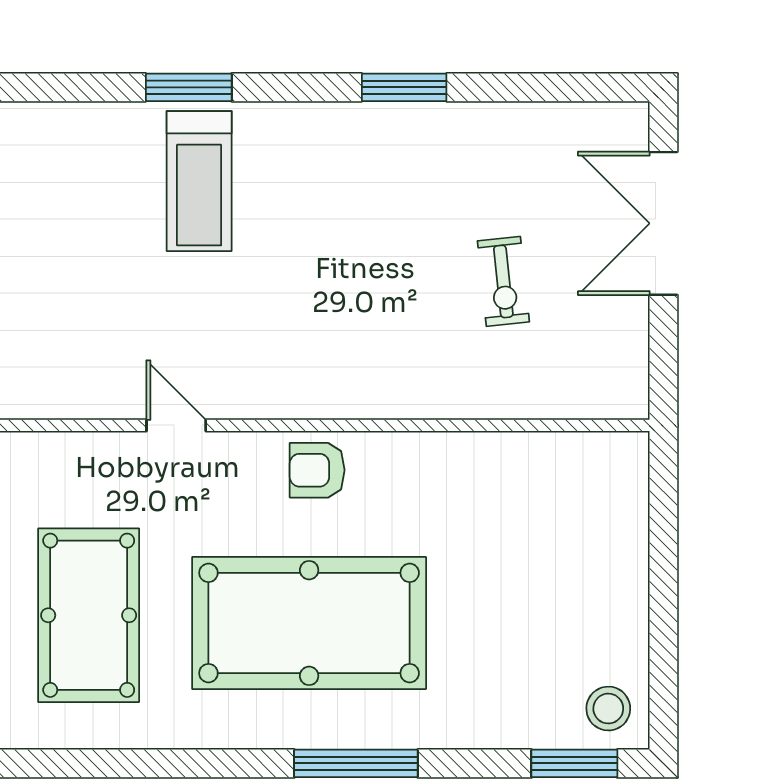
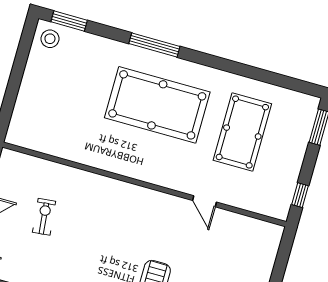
door: (176, 425) -> (204, 201), moved
armchair: (317, 470) -> (137, 164), removed

